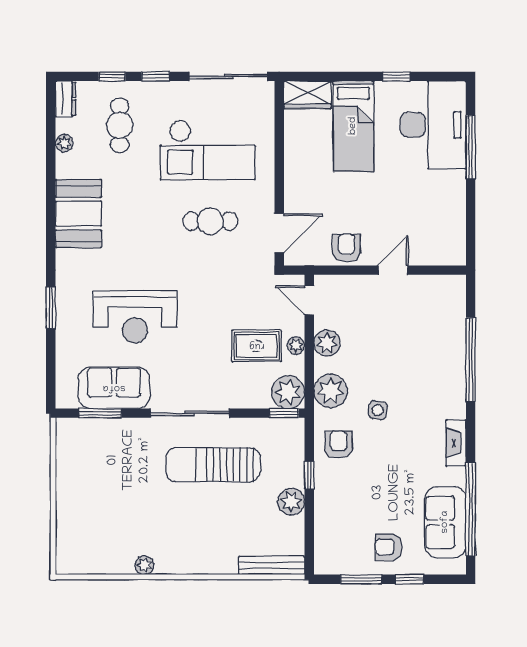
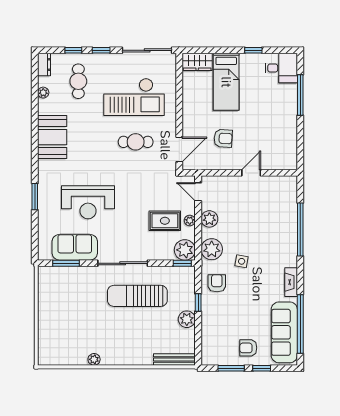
desk: (433, 125) -> (281, 68), width x0.53, depth x0.77
armchair: (346, 248) -> (223, 138), moved, turned 93
sofa: (445, 522) -> (284, 332), width x1.36

